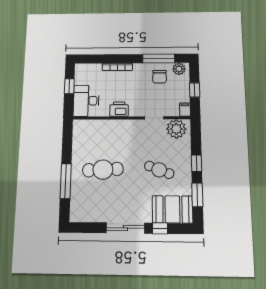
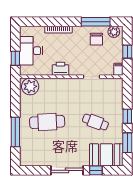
window: (69, 86) -> (15, 58), moved
desk: (86, 101) -> (31, 51), moved
plant: (176, 129) -> (30, 86), moved

